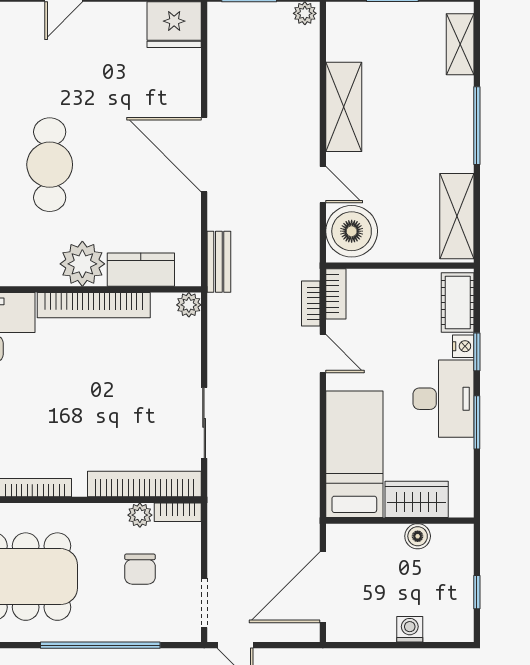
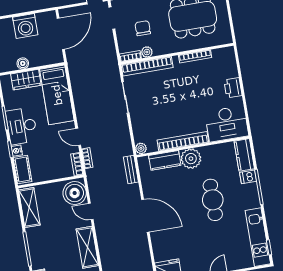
washing machine: (410, 629) -> (25, 26), width x1.89, depth x1.89

